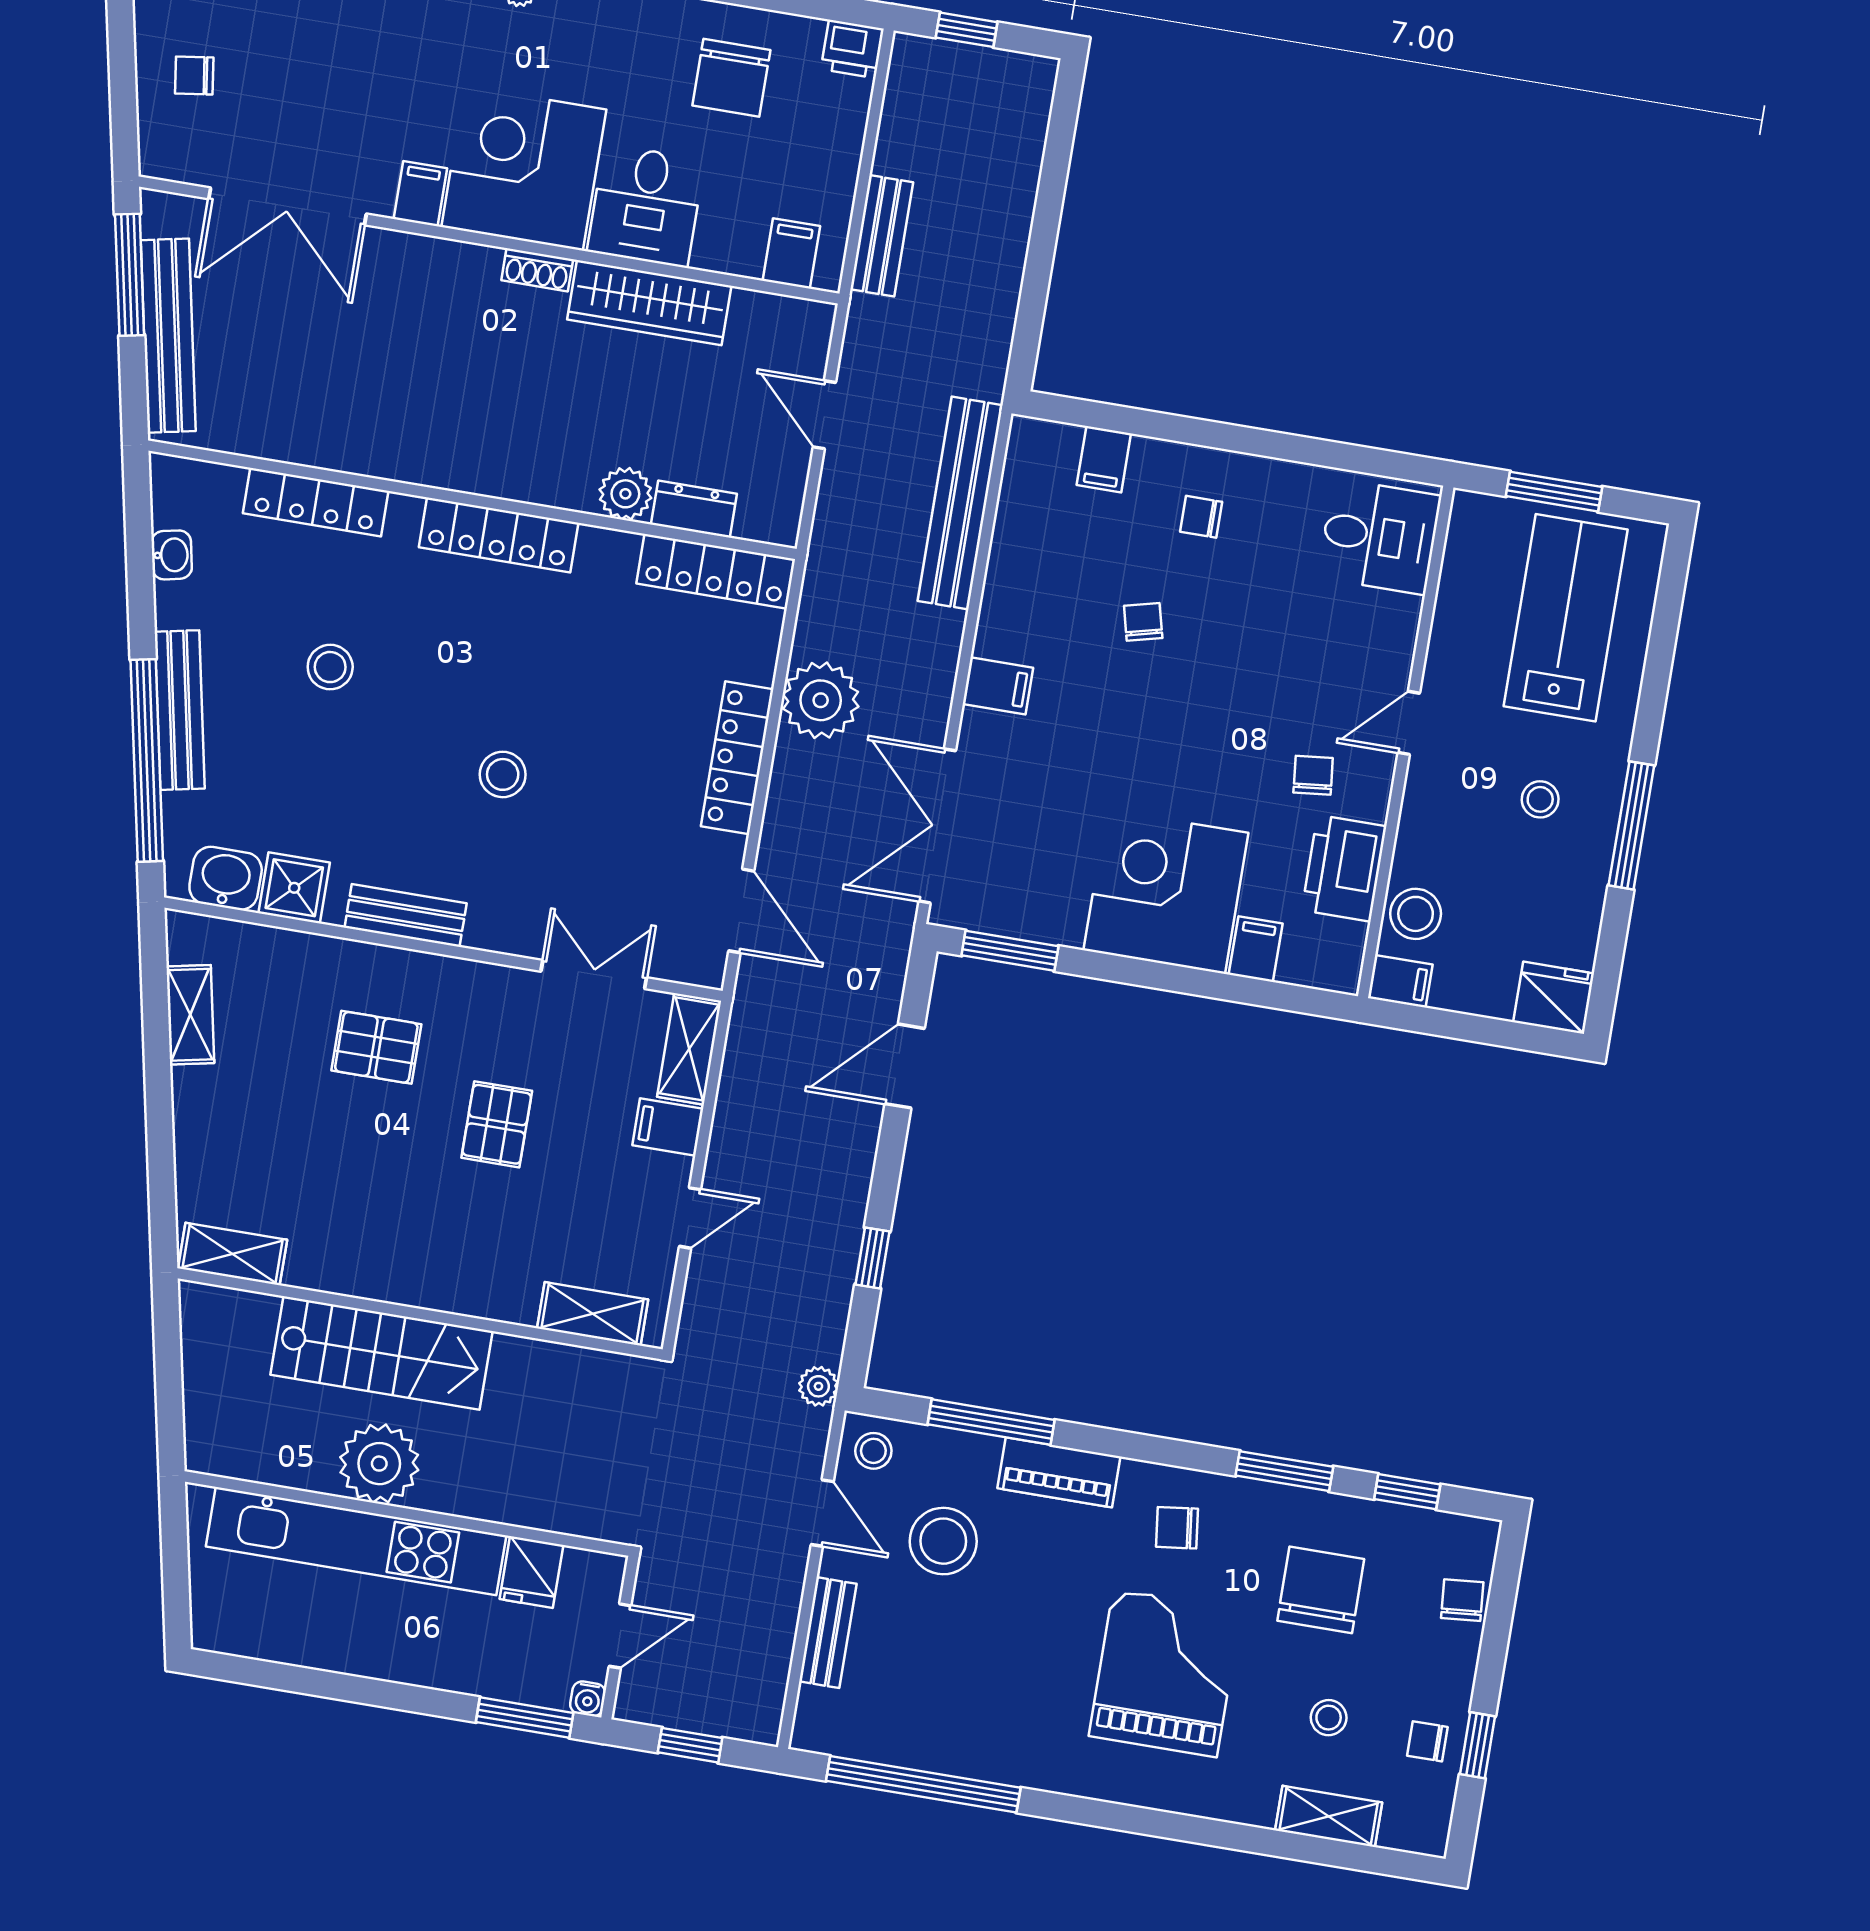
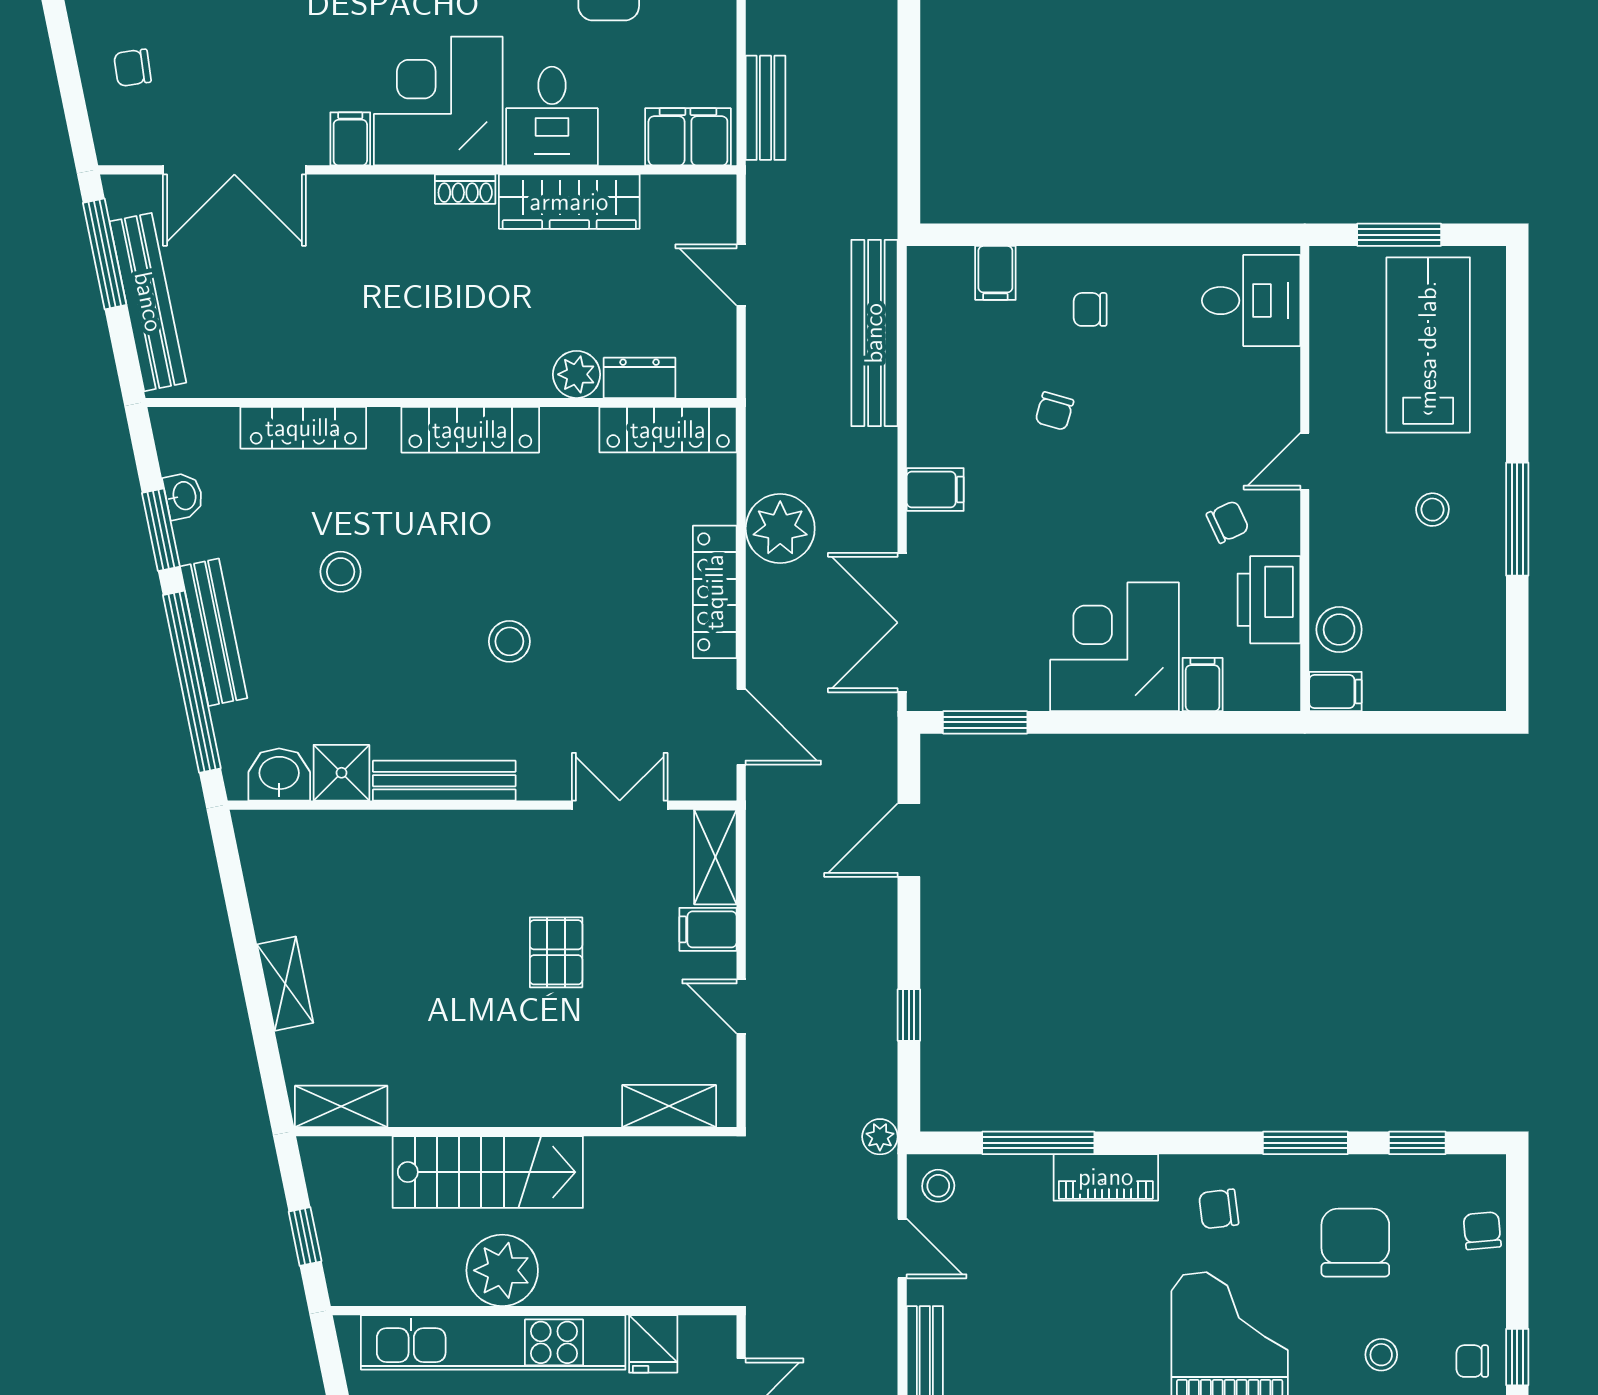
filing cabinet: (791, 253) -> (688, 137), width x2.00
window: (141, 588) -> (161, 530), added
chair: (1143, 622) -> (1054, 411), turned -150
chair: (1313, 775) -> (1228, 522), turned 71
bench: (406, 915) -> (444, 781), width x1.36
fridge: (1554, 998) -> (1474, 683), removed
shelving: (190, 1015) -> (285, 984), moved
pallet: (376, 1047) -> (438, 902), removed
door: (690, 1218) -> (741, 1007), swing flipped
window: (169, 1390) -> (305, 1237), added
stool: (943, 1541) -> (1014, 1255), removed

